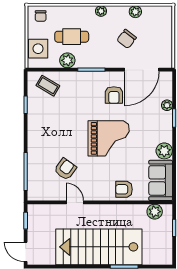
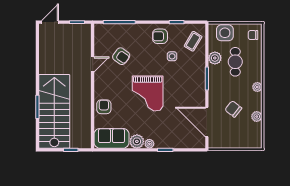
armchair: (114, 95) -> (160, 36), moved
plant: (167, 105) -> (149, 144), moved
side table: (65, 110) -> (172, 56), added
plant: (155, 212) -> (85, 133), removed
stairs: (99, 247) -> (54, 111), moved

